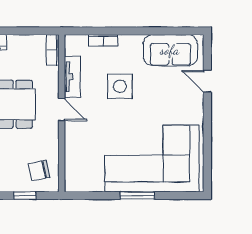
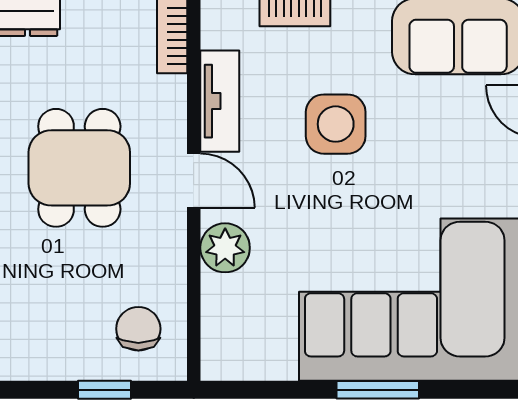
plant: (75, 137) -> (225, 248), added
chair: (39, 170) -> (138, 329), turned 102

